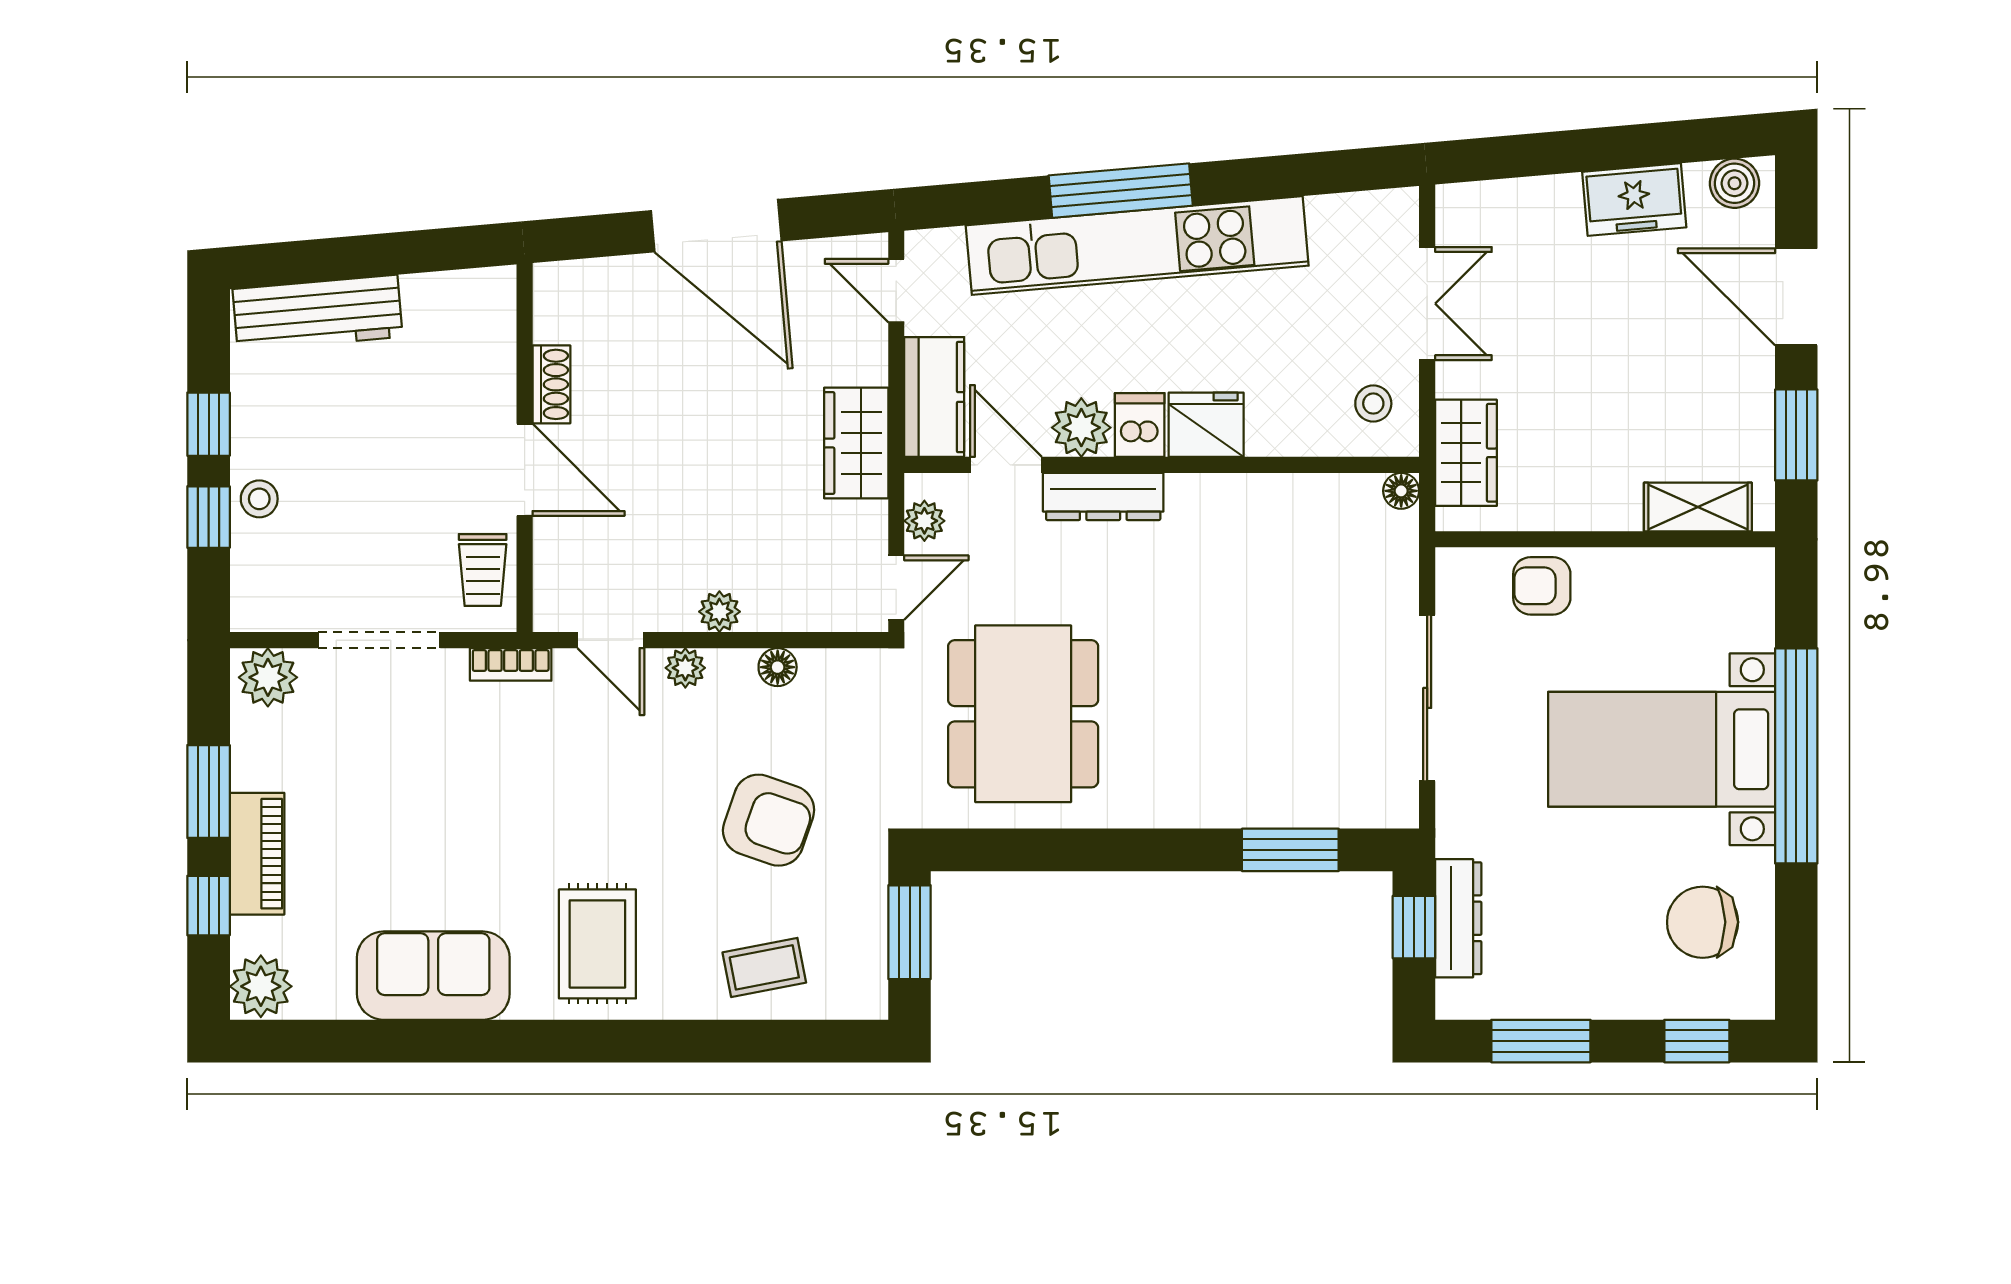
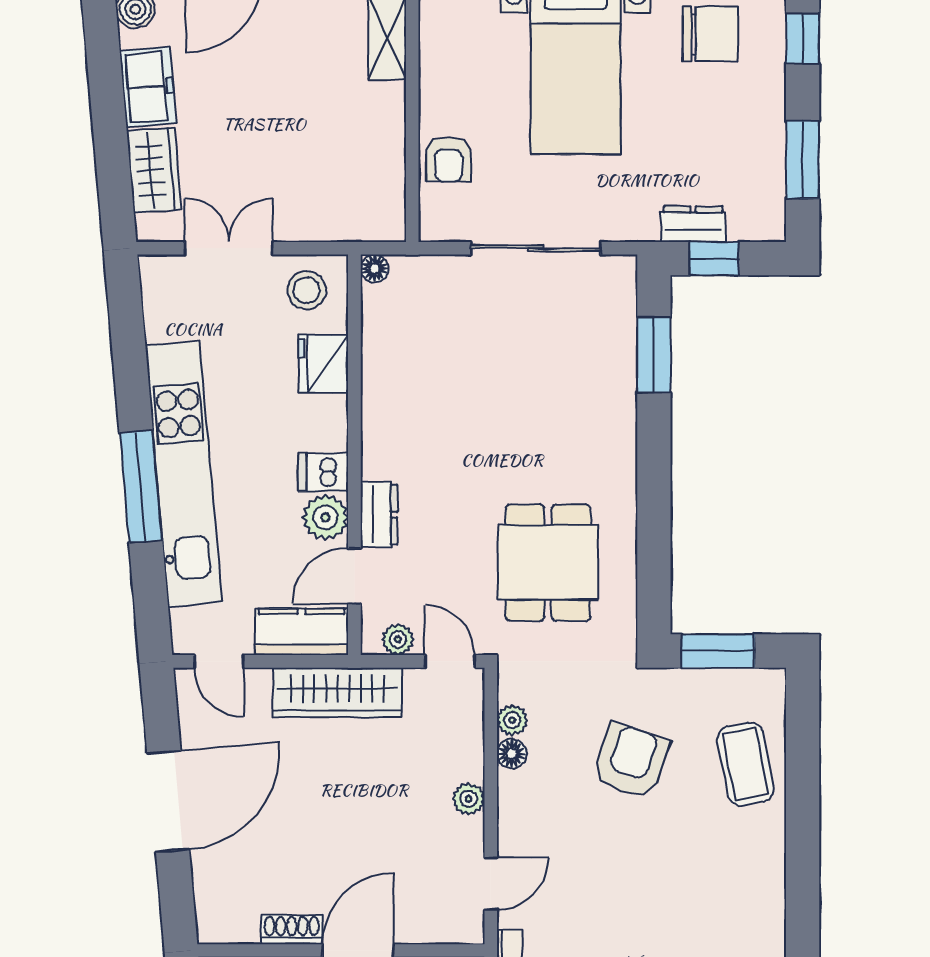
door: (896, 291) -> (219, 661), hinge flipped
stool: (1373, 404) -> (307, 290), width x1.37, depth x1.37
fridge: (1206, 425) -> (323, 364), moved
wardrobe: (856, 443) -> (337, 692), width x1.50
wardrobe: (1466, 453) -> (154, 170), moved, turned 85
dresser: (1103, 496) -> (379, 515), width x0.70
plant: (685, 668) -> (512, 720), moved
dining table: (1023, 714) -> (548, 563), width x0.73
dresser: (1458, 918) -> (693, 224), width x0.70
chair: (1703, 922) -> (710, 34), turned -90
rug: (597, 944) -> (727, 894), removed
coffee table: (764, 967) -> (745, 764), width x1.36, depth x1.30

